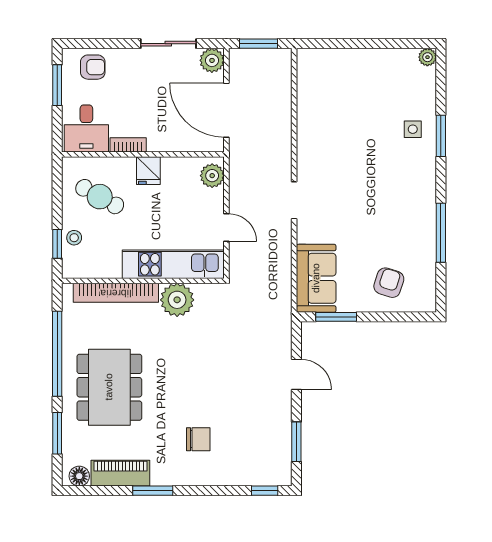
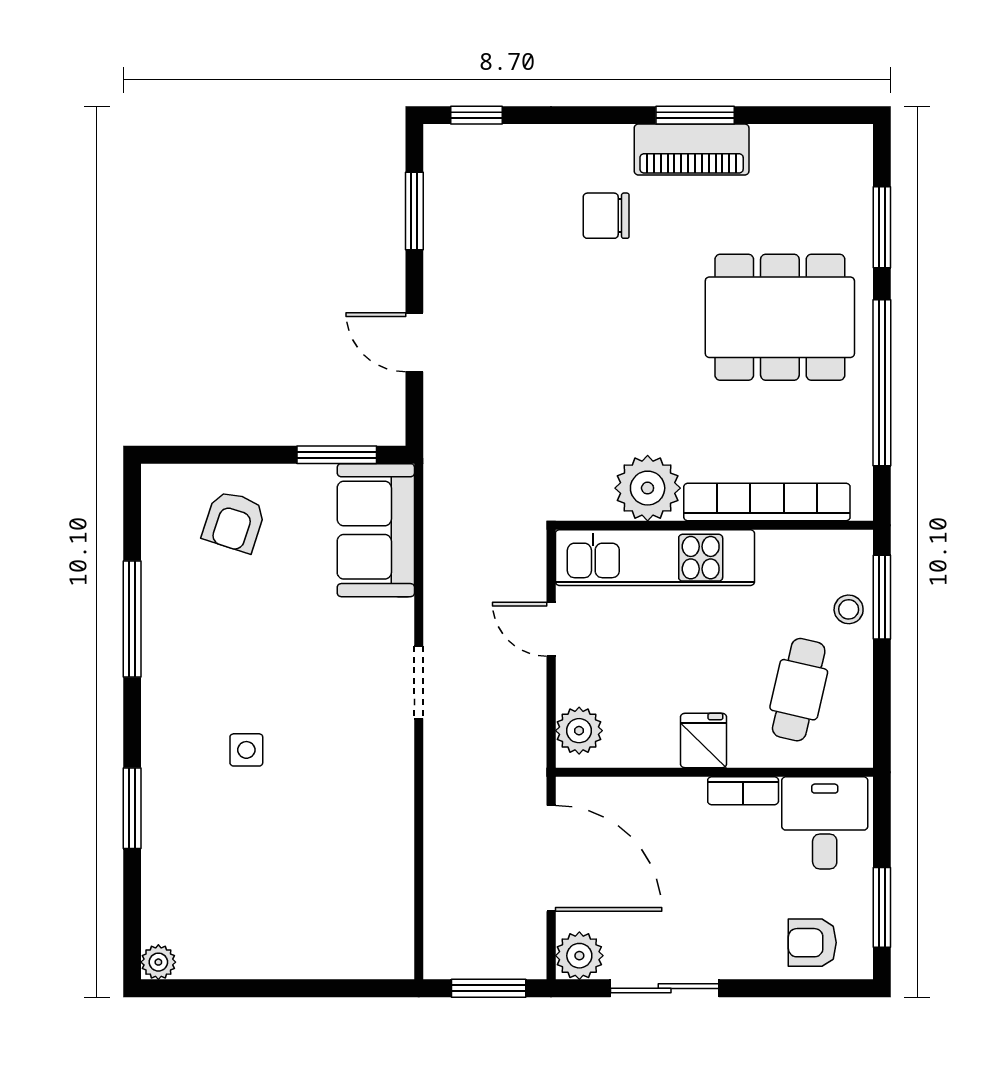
side table: (413, 129) -> (246, 750), moved
cafe table: (100, 197) -> (799, 690), turned 74
window: (57, 244) -> (882, 597), width x1.50
dining table: (109, 387) -> (780, 317), turned 90
piano: (120, 473) -> (692, 150), moved
floor lamp: (79, 476) -> (839, 144), removed

